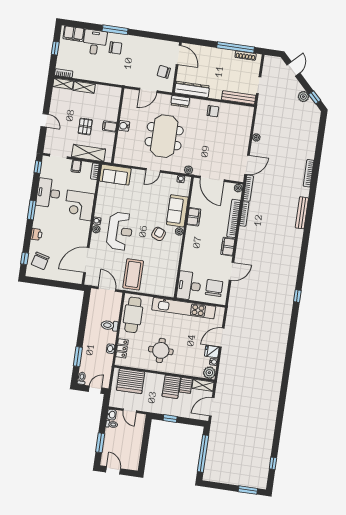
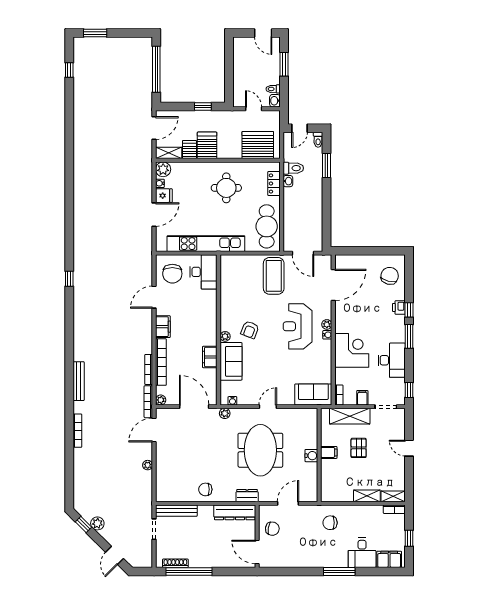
chair: (115, 48) -> (330, 523), moved
window: (25, 258) -> (409, 310), moved
toilet: (110, 325) -> (293, 168), moved

